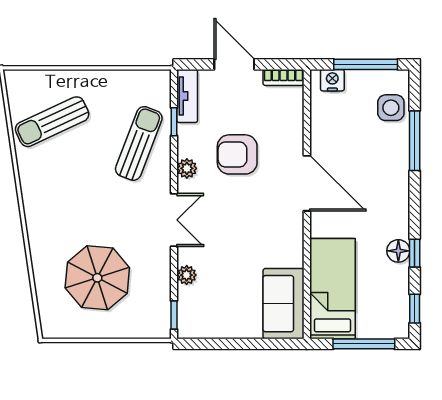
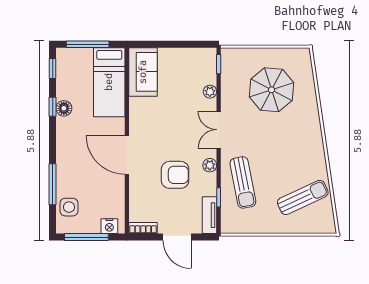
sun lounger: (139, 143) -> (243, 182), turned -32

